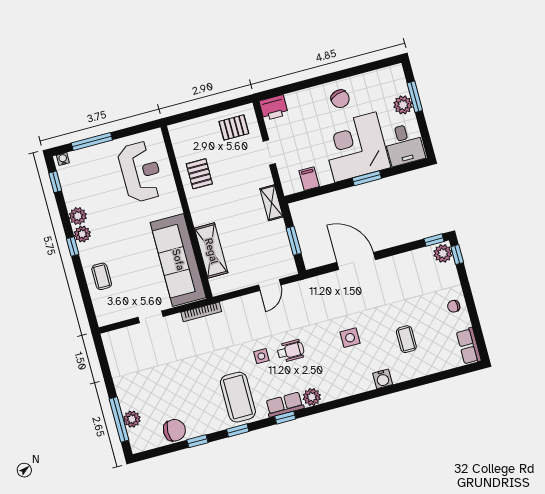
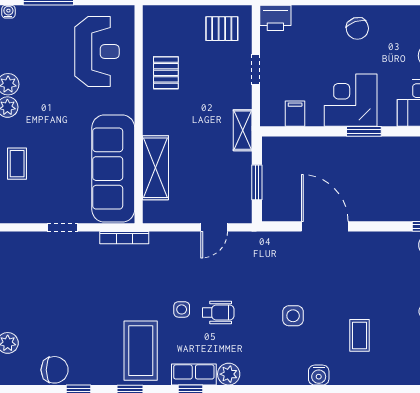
corner desk: (355, 147) -> (351, 100), width x0.74, depth x0.74

